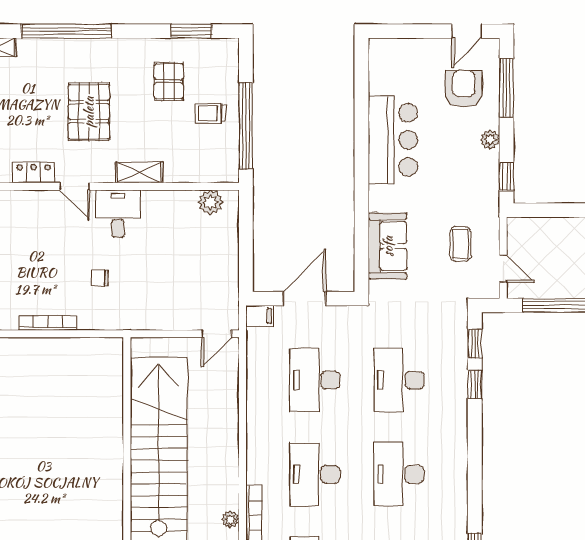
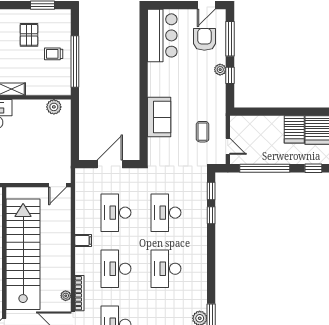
bar counter: (393, 140) -> (162, 35), moved
window: (507, 176) -> (230, 75), moved
sofa: (388, 246) -> (159, 117), moved
filing cabinet: (260, 316) -> (83, 241), moved

